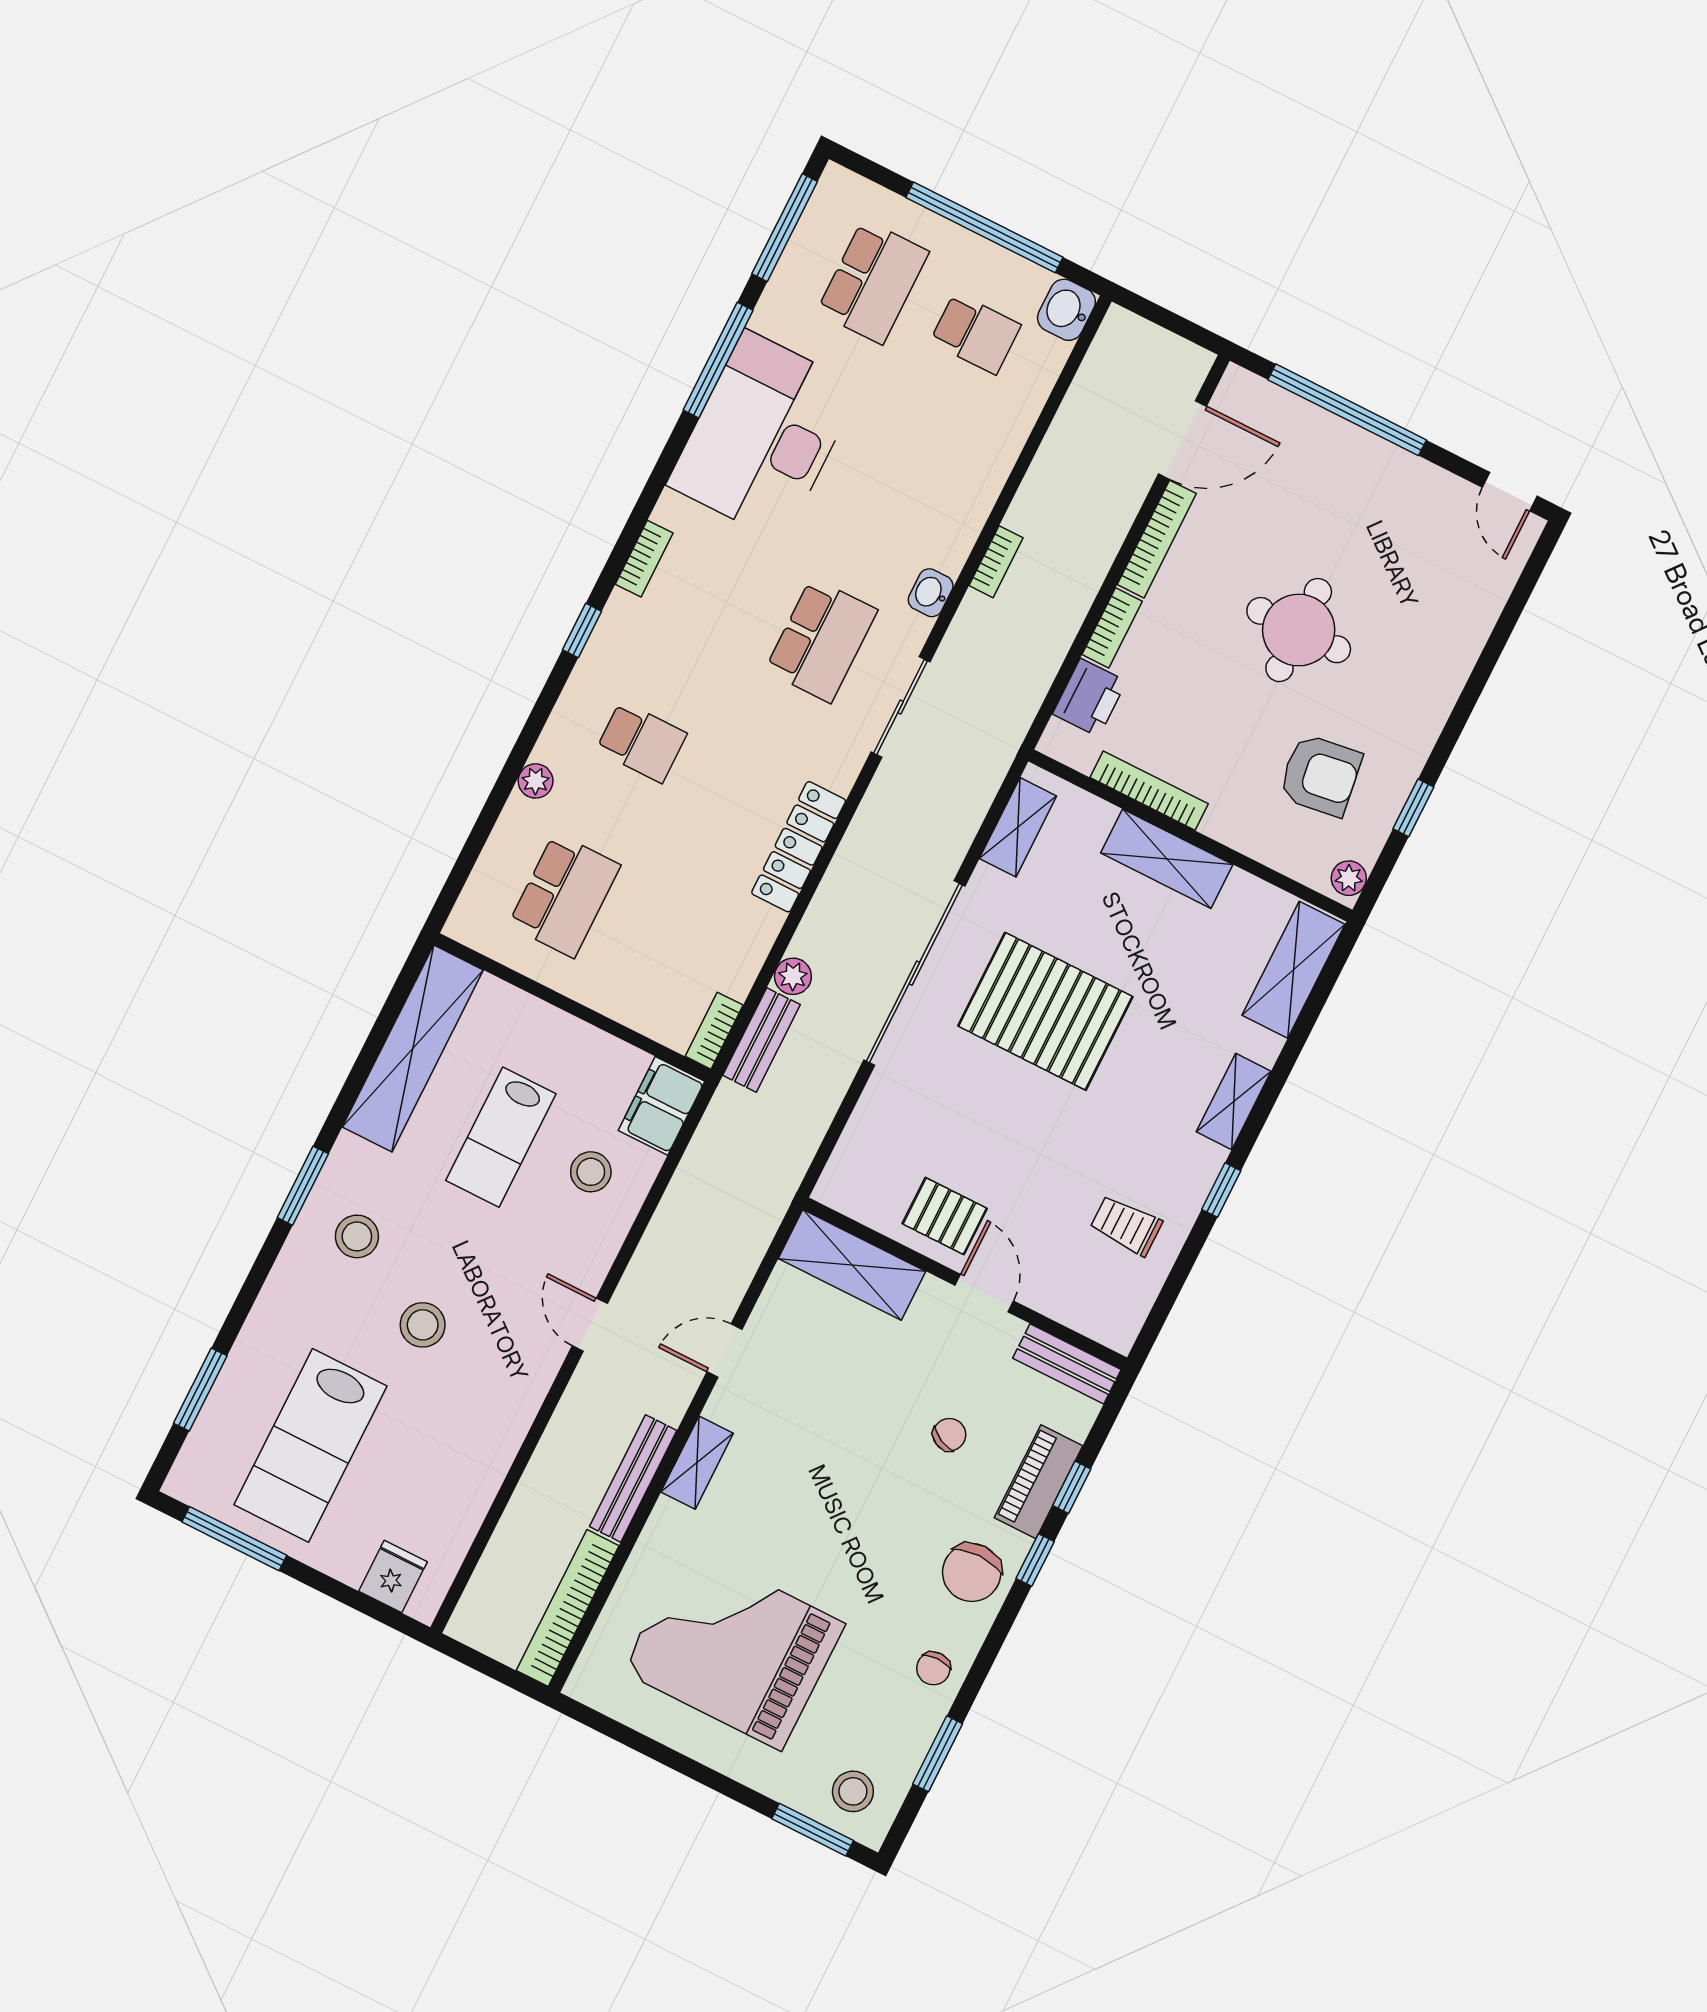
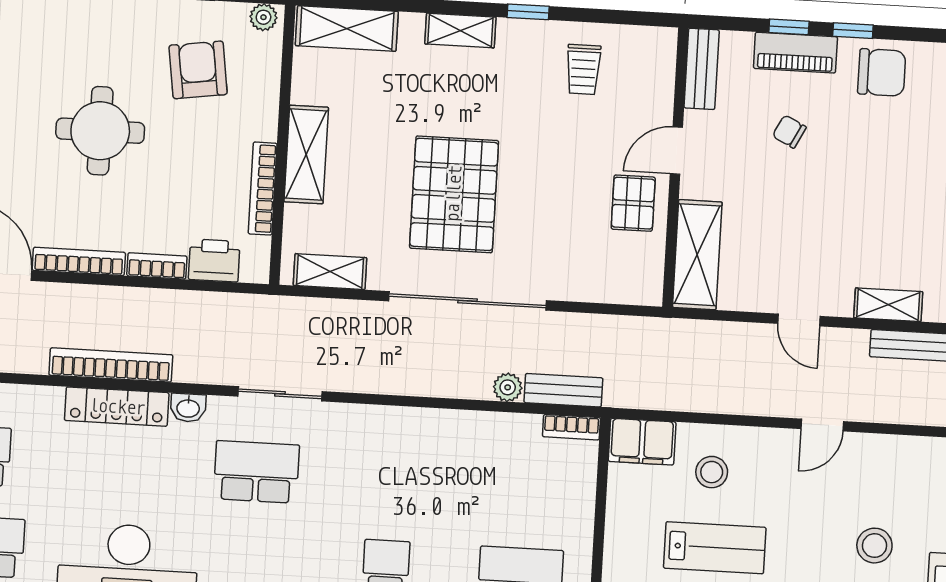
bookcase: (996, 562) -> (111, 365), width x2.31, depth x1.31
locker: (799, 847) -> (117, 407), moved

